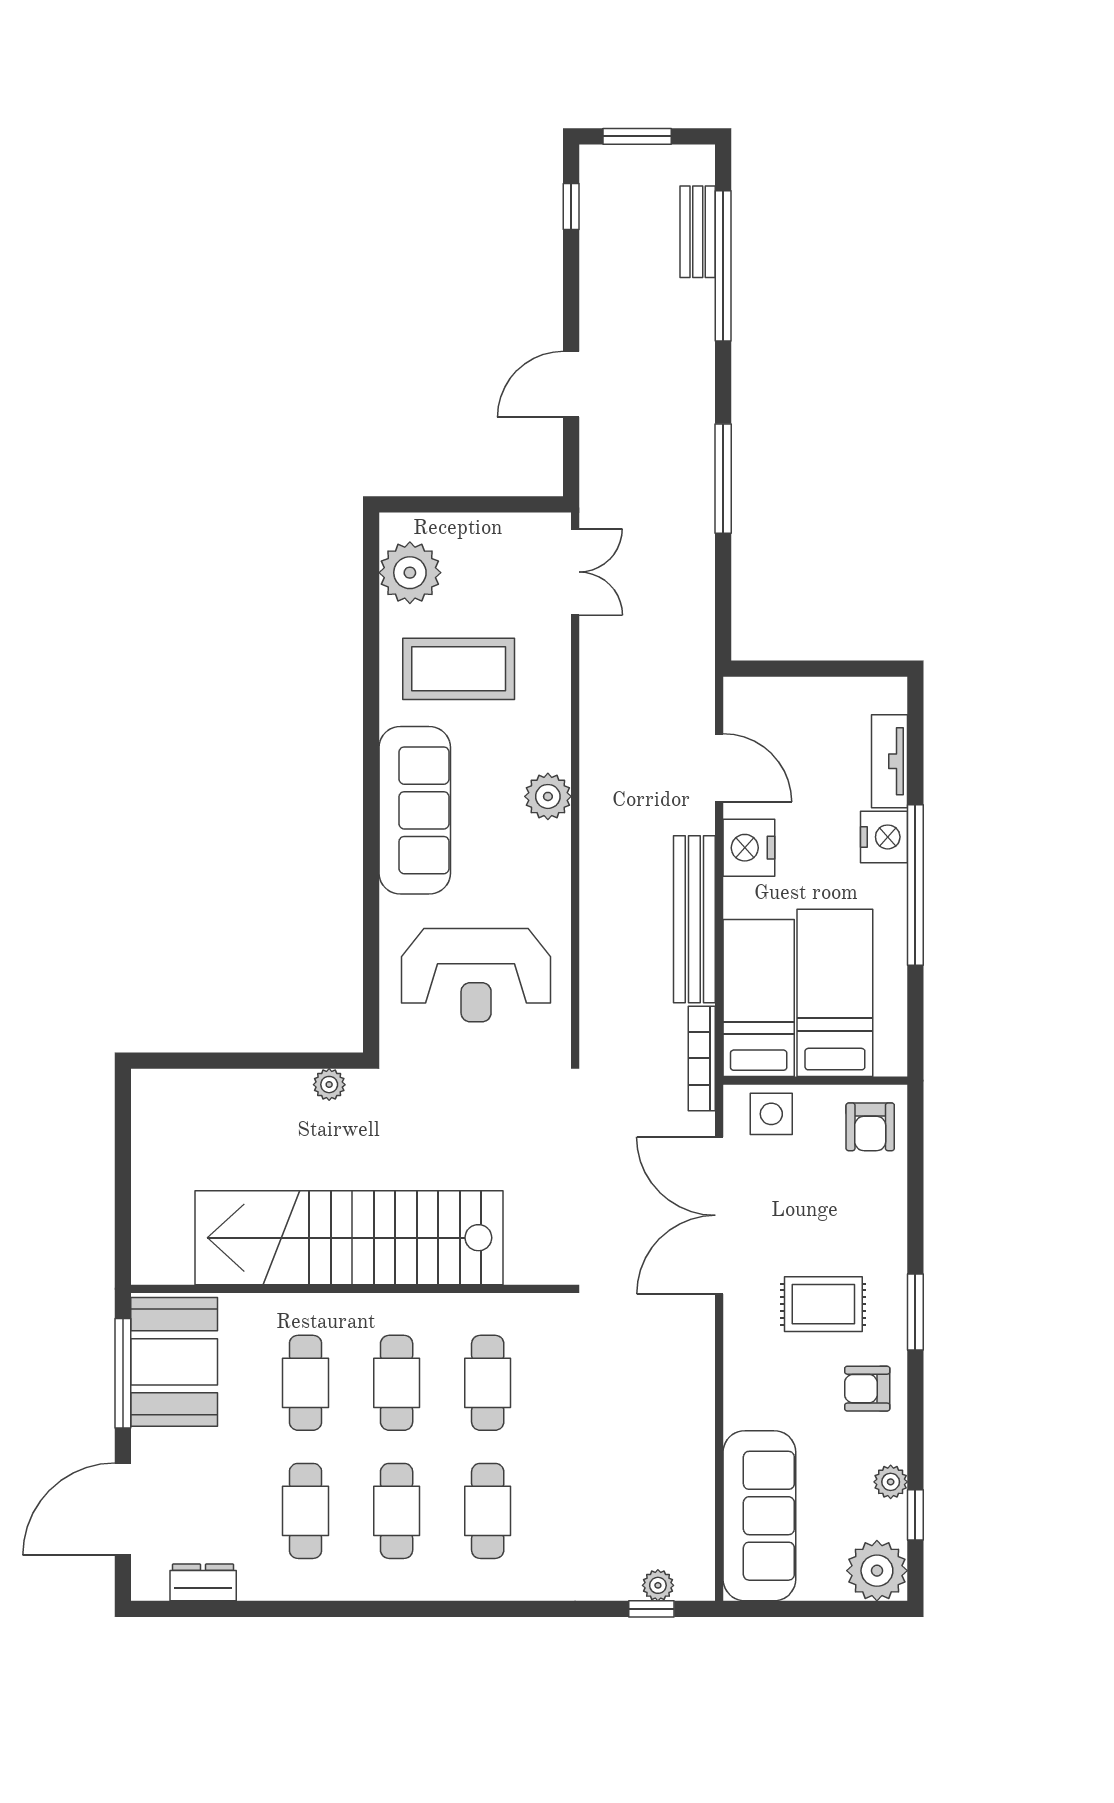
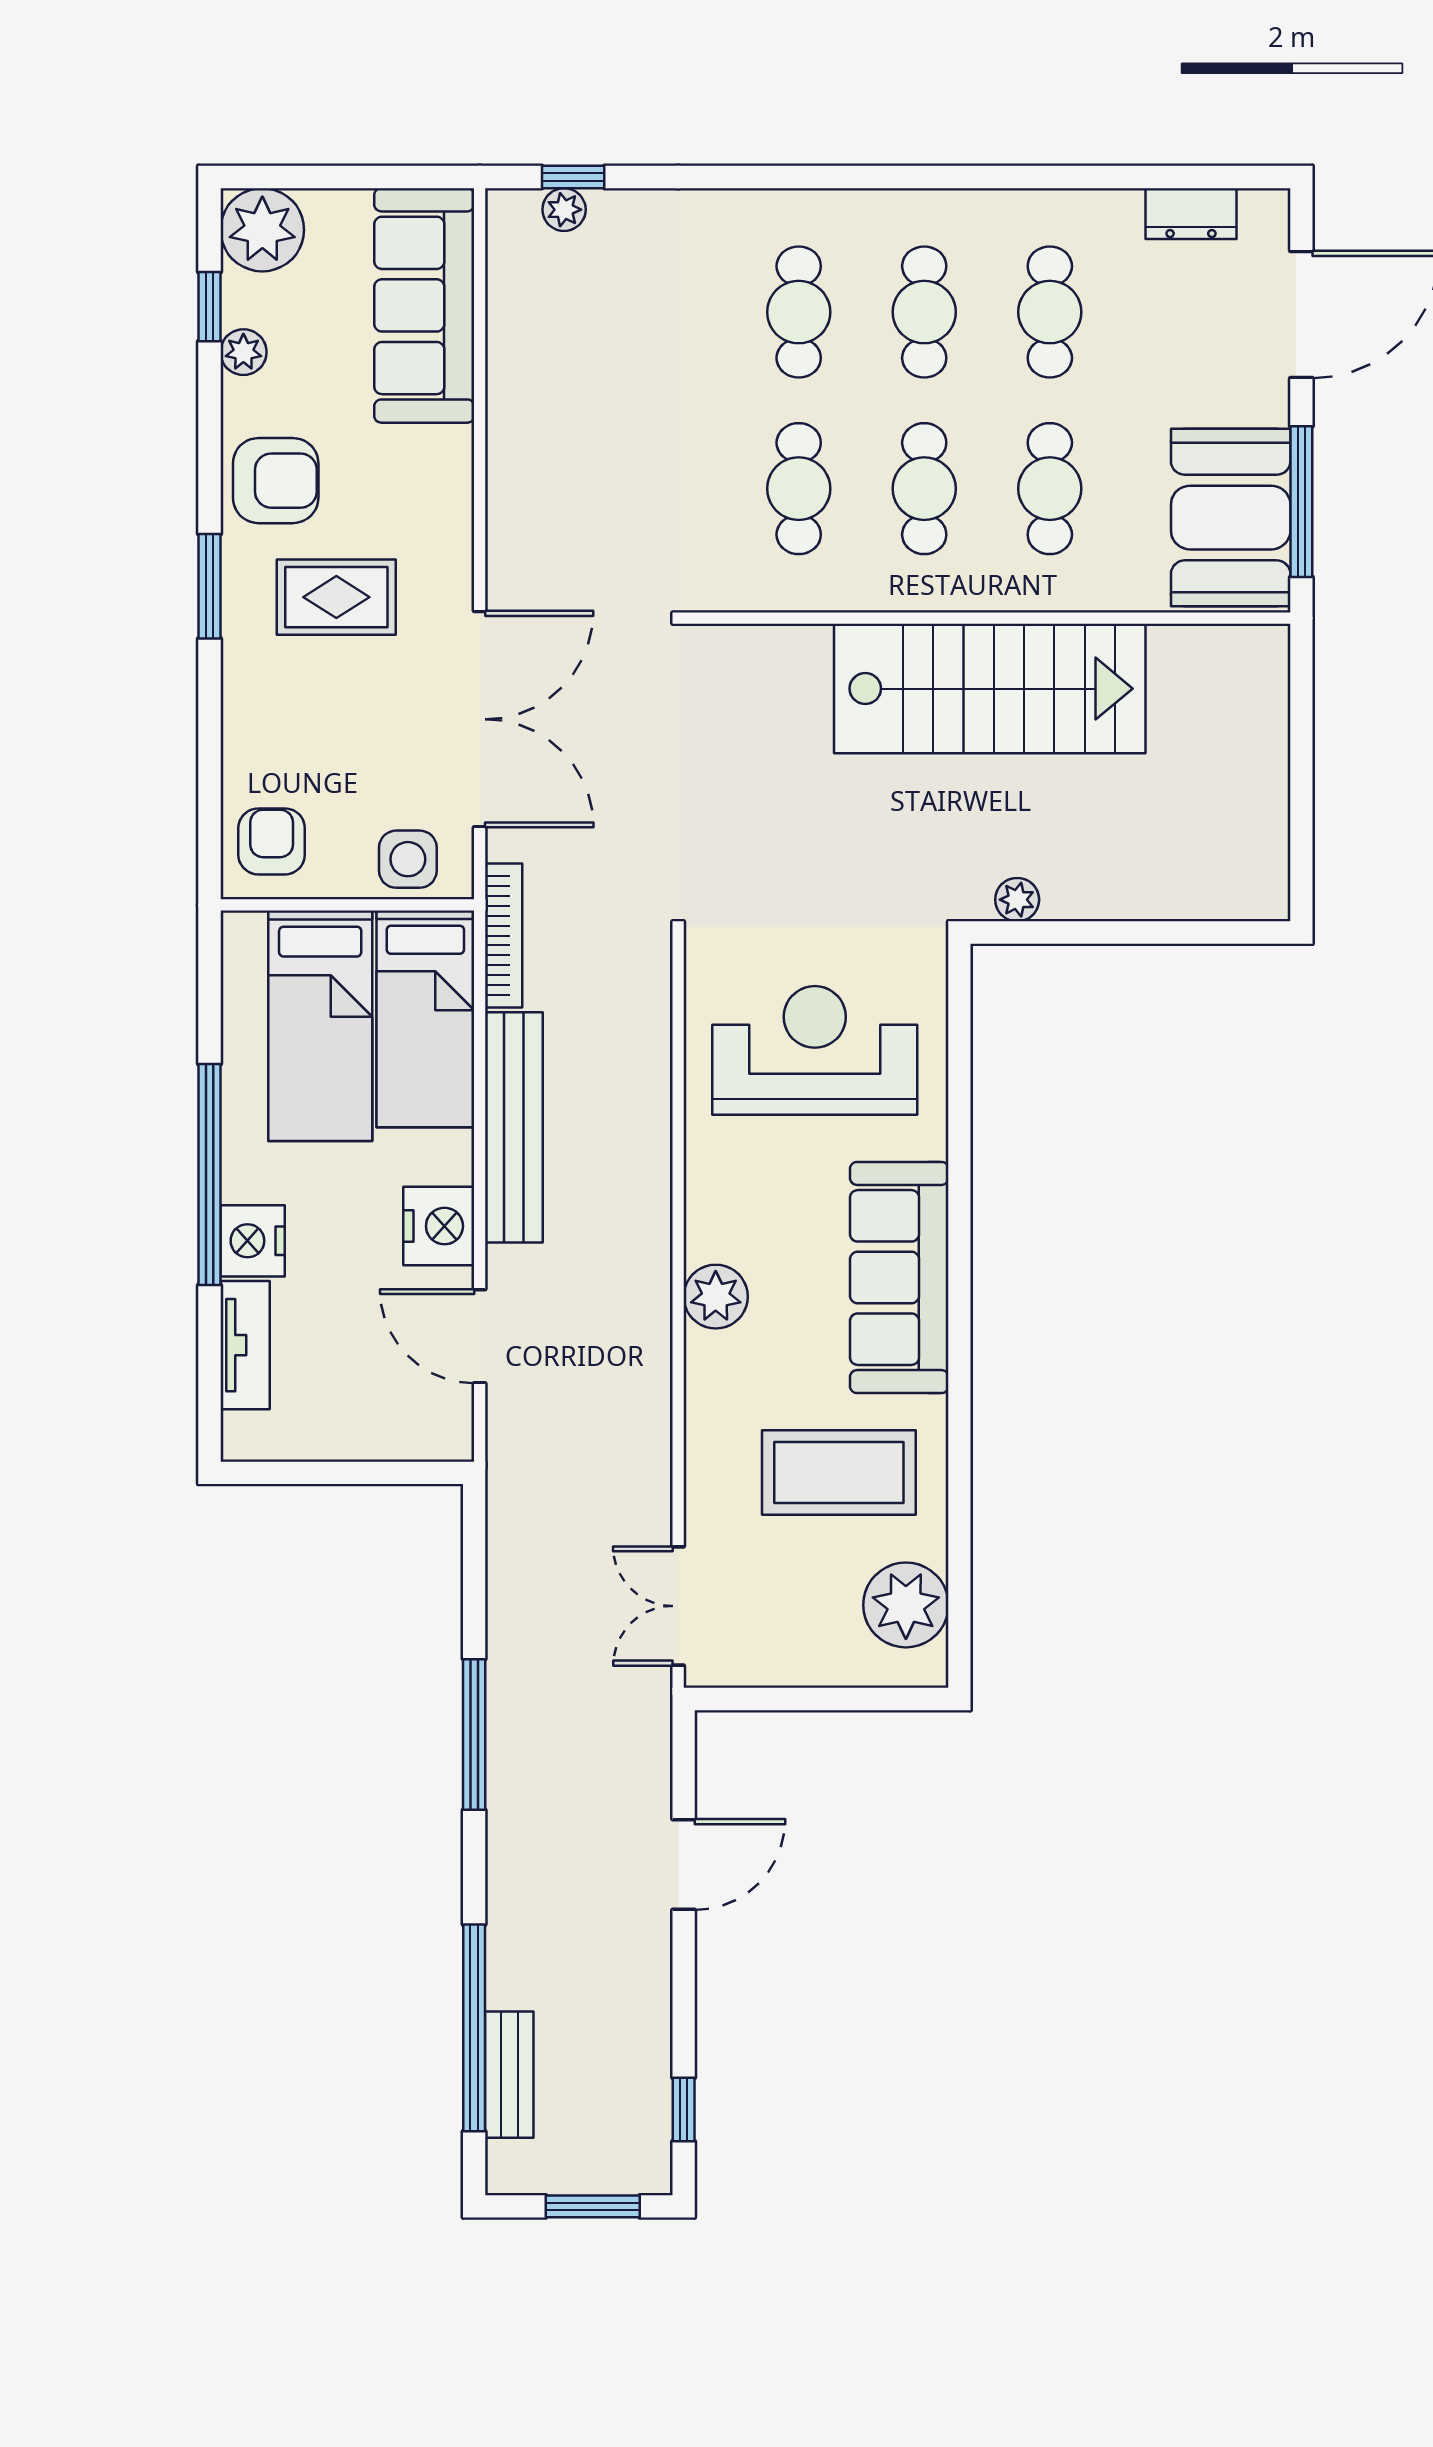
stairs: (349, 1238) -> (990, 689), width x0.73
armchair: (867, 1389) -> (276, 481), width x1.38, depth x1.38

